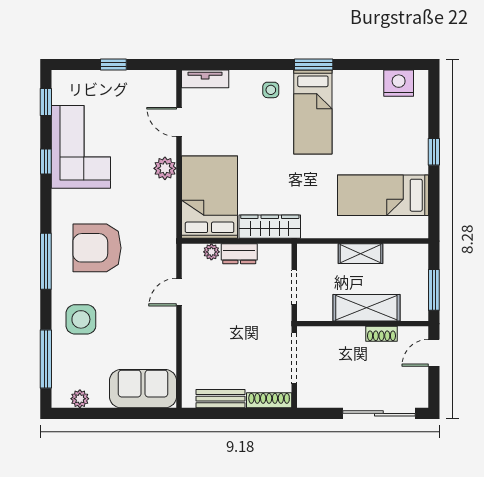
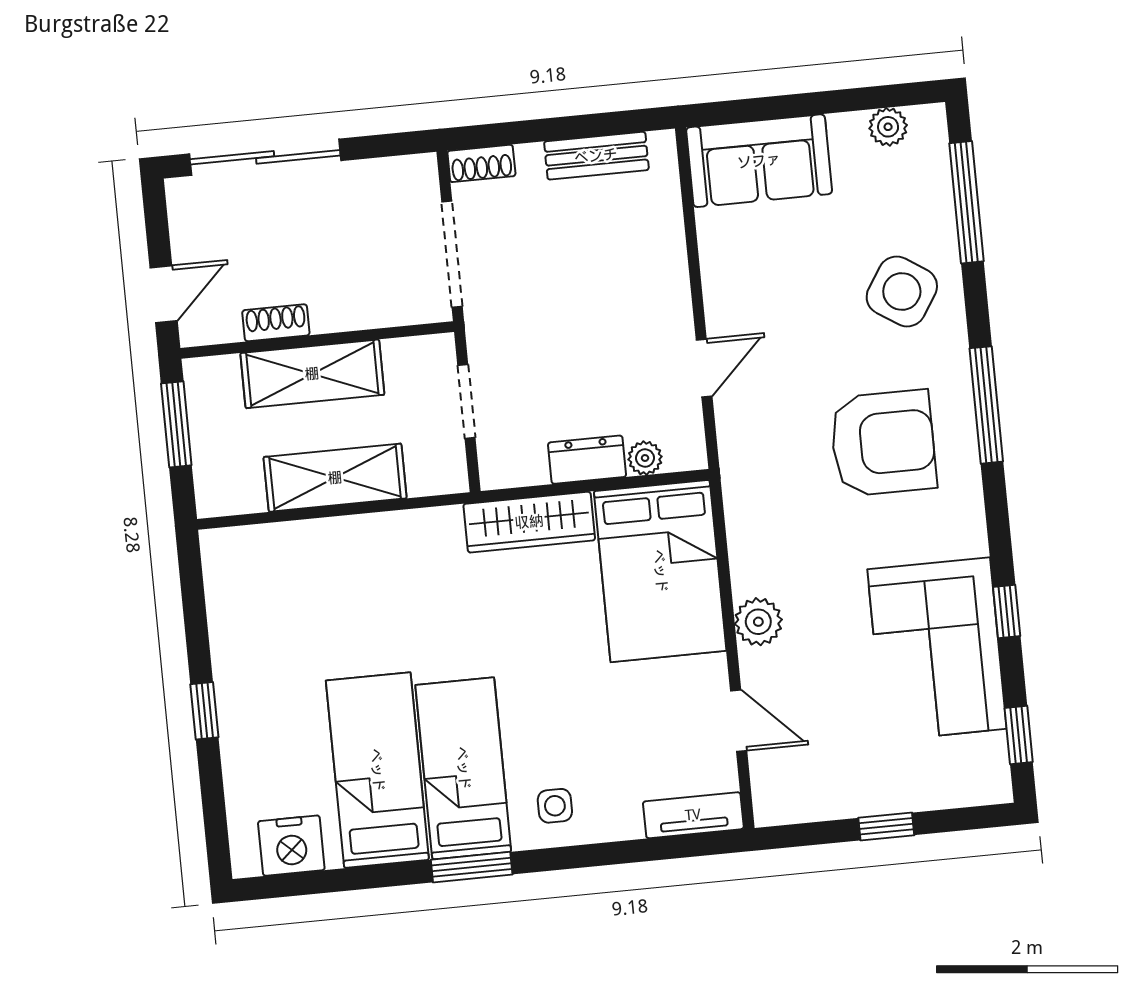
bed: (383, 195) -> (377, 770), moved, turned -90
shelving: (360, 254) -> (335, 478), width x1.50, depth x1.33
side table: (81, 319) -> (902, 291), turned 33
shoe rack: (269, 400) -> (481, 163), width x0.70

